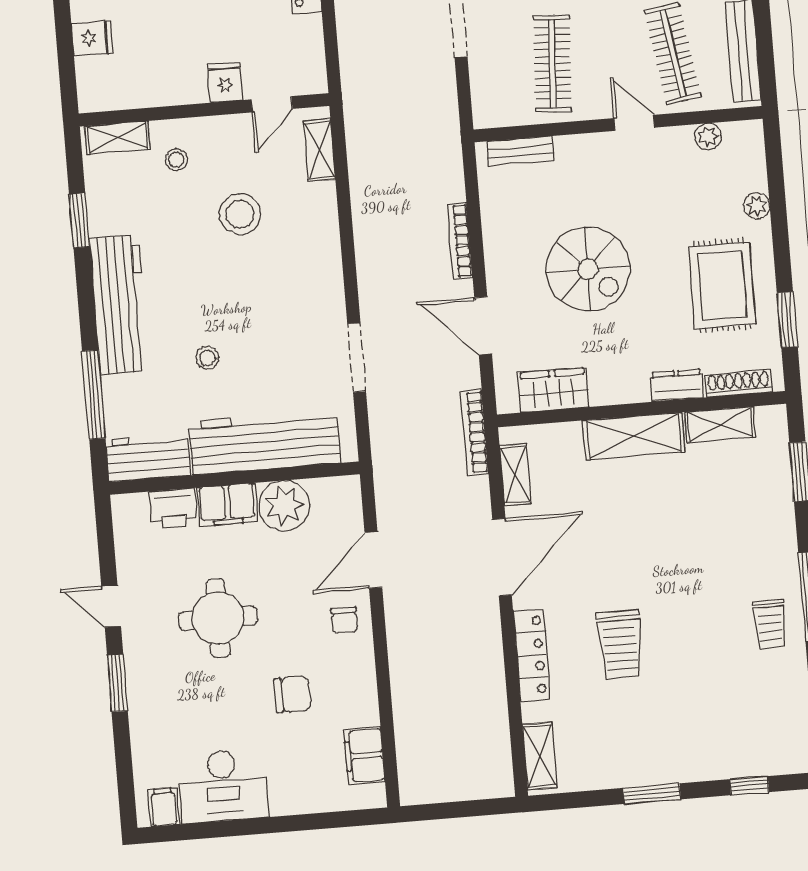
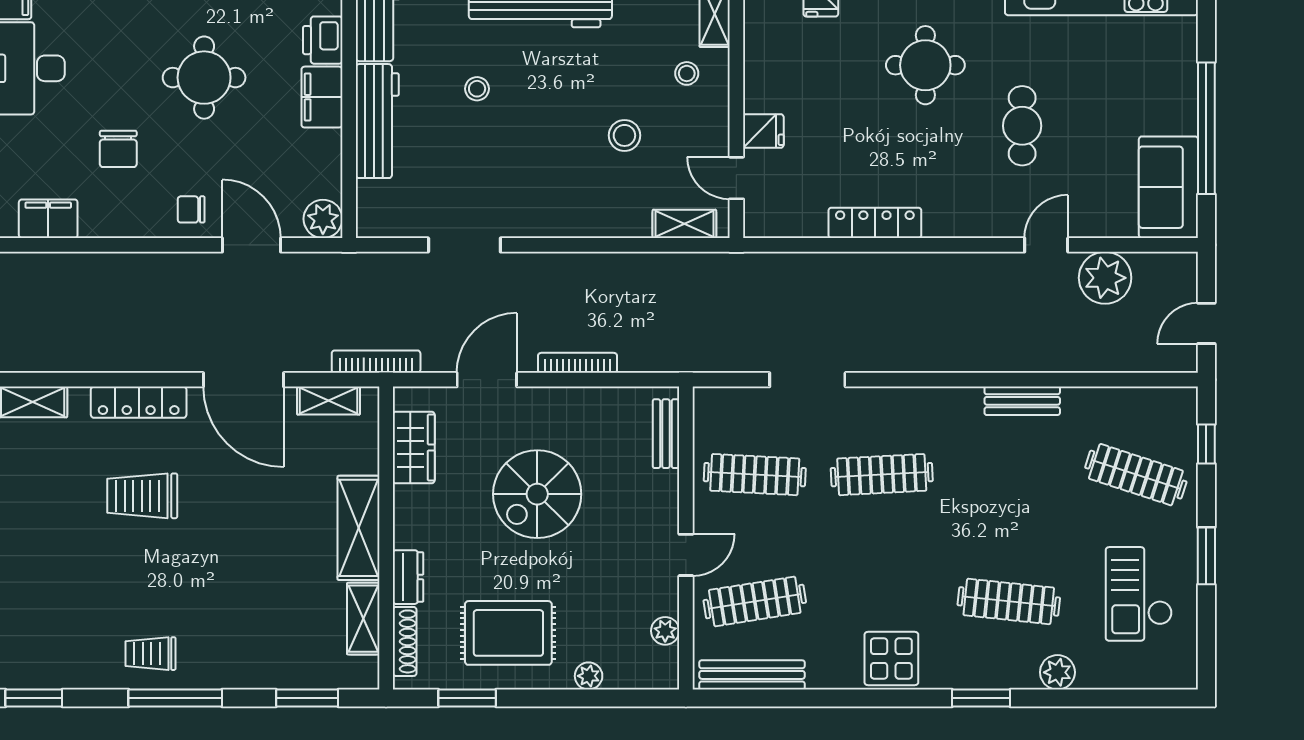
stool: (240, 214) -> (624, 135), width x0.73, depth x0.73
workbench: (265, 442) -> (377, 121), width x0.73, depth x0.76
plant: (284, 506) -> (323, 219), moved, width x0.73, depth x0.73

